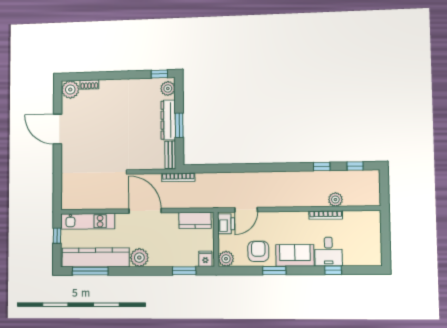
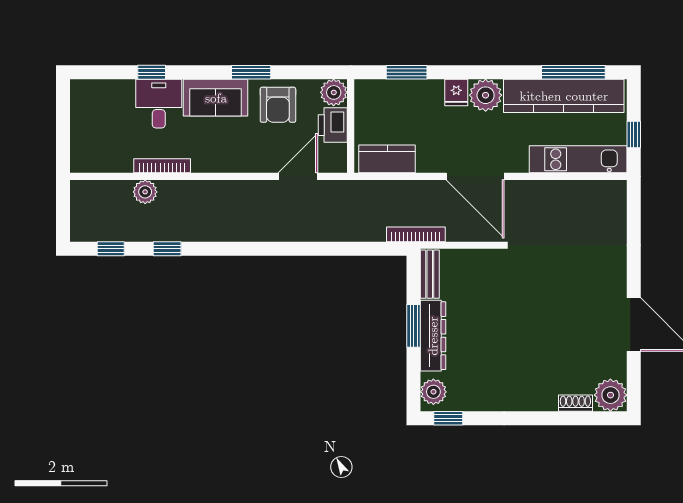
printer: (226, 224) -> (333, 125), moved
fridge: (205, 259) -> (456, 92), moved

